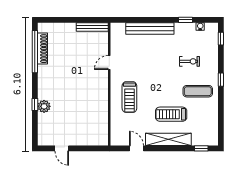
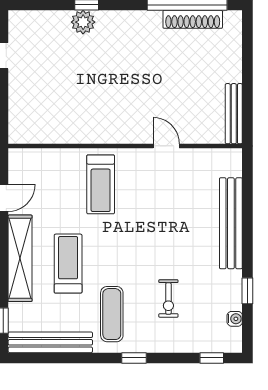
treadmill: (129, 97) -> (101, 184), turned -90
bench: (213, 124) -> (50, 342), added

